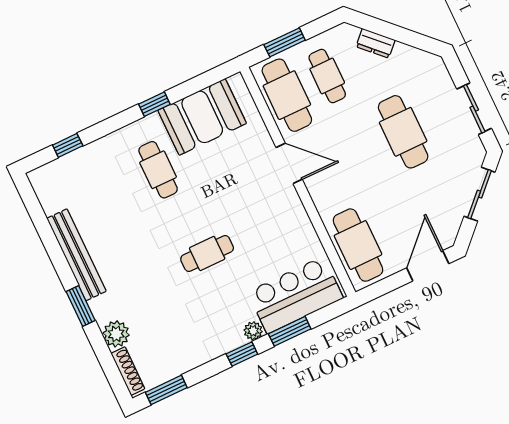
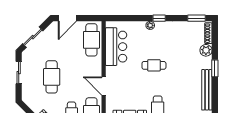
bar counter: (295, 295) -> (116, 47), moved, turned -90
window: (290, 331) -> (136, 18), removed

